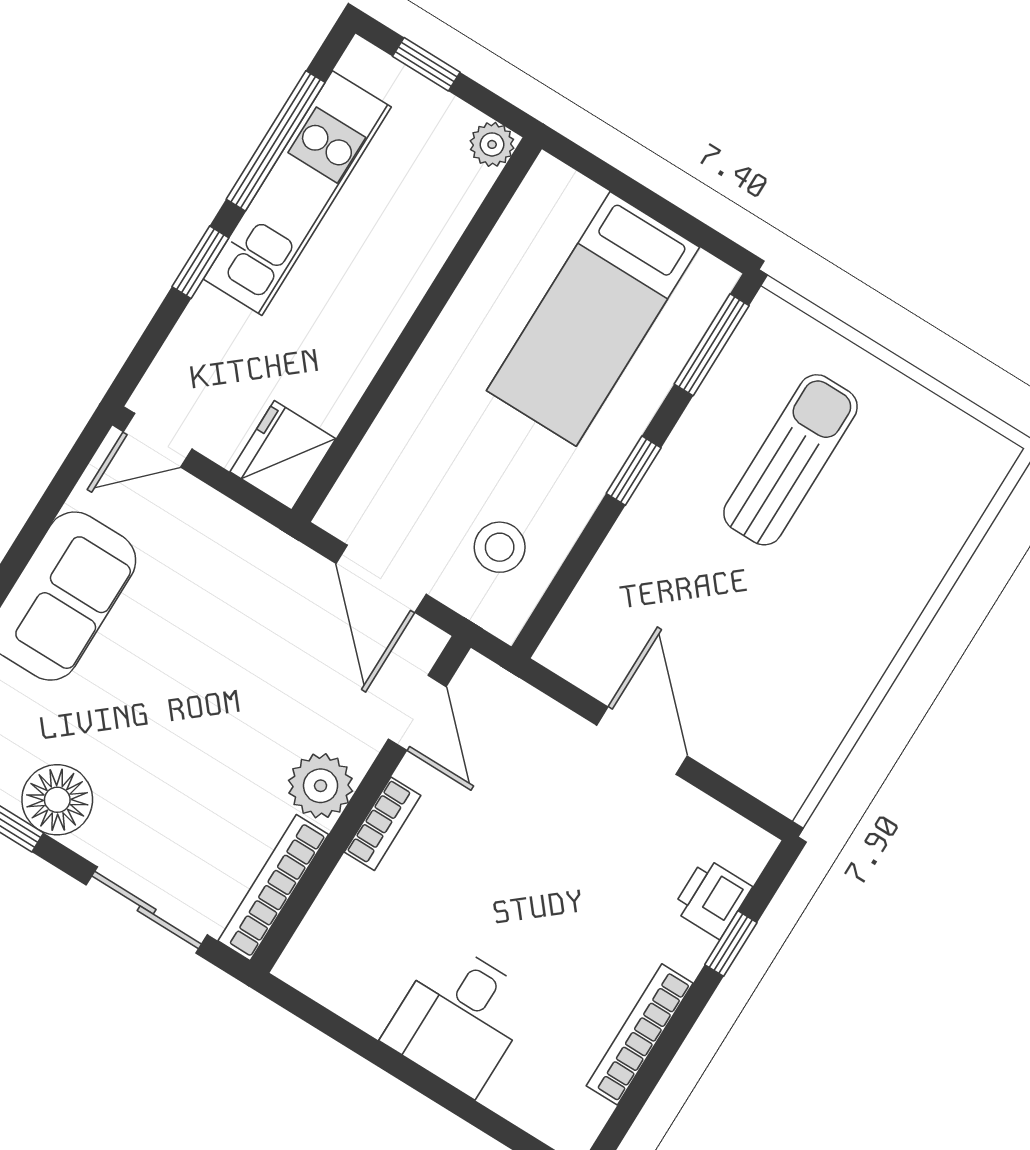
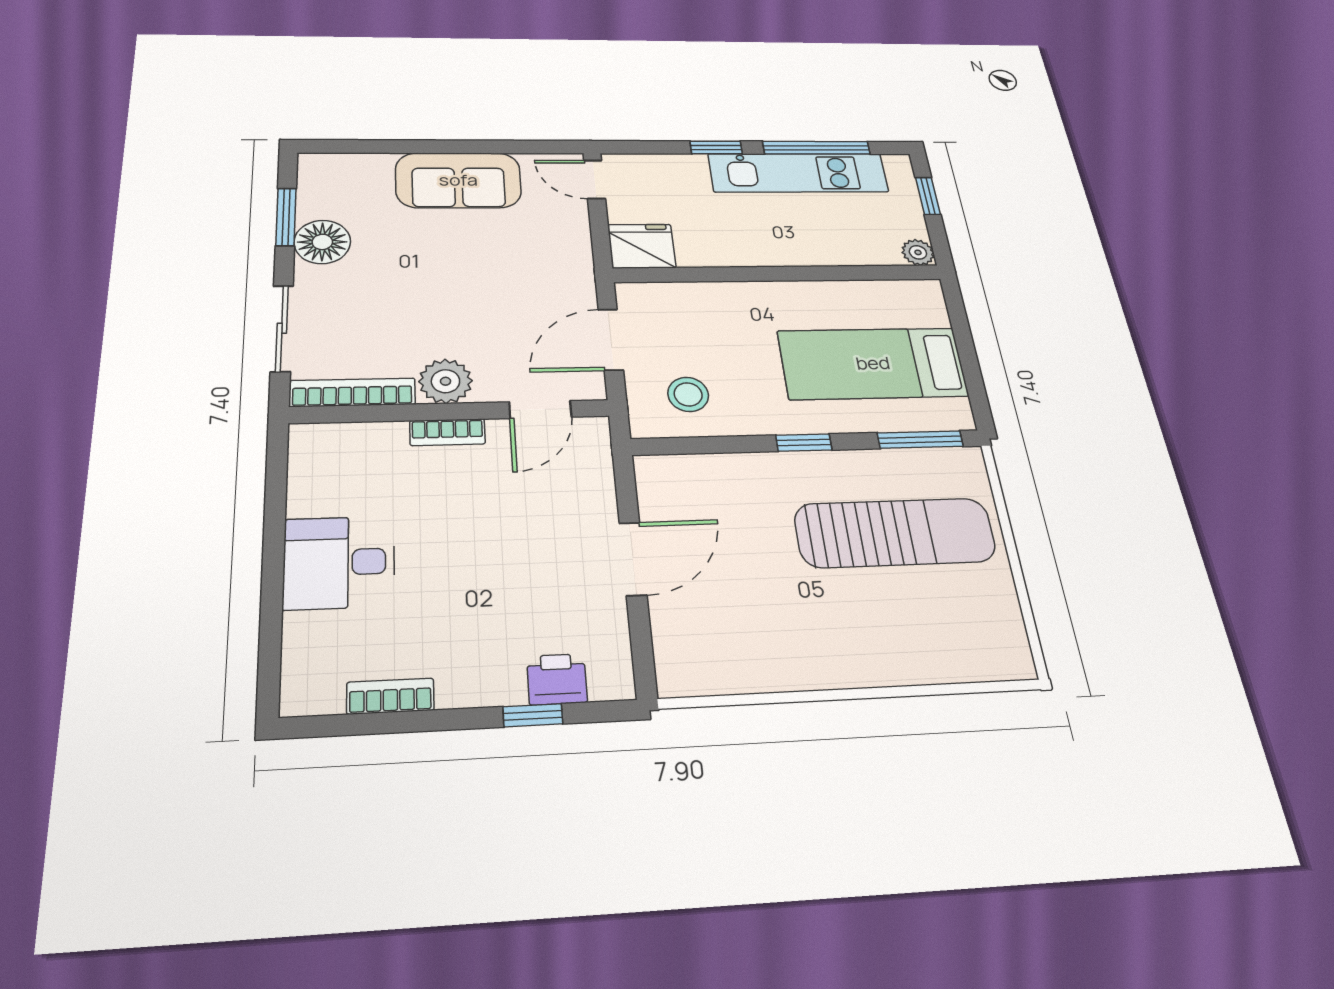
sun lounger: (790, 460) -> (895, 533), width x1.36, depth x1.34
bookcase: (640, 1034) -> (390, 696), width x0.64

